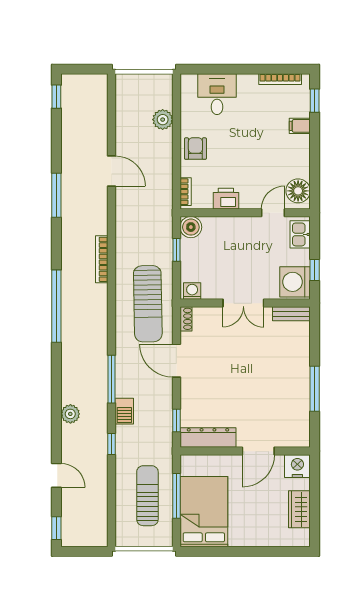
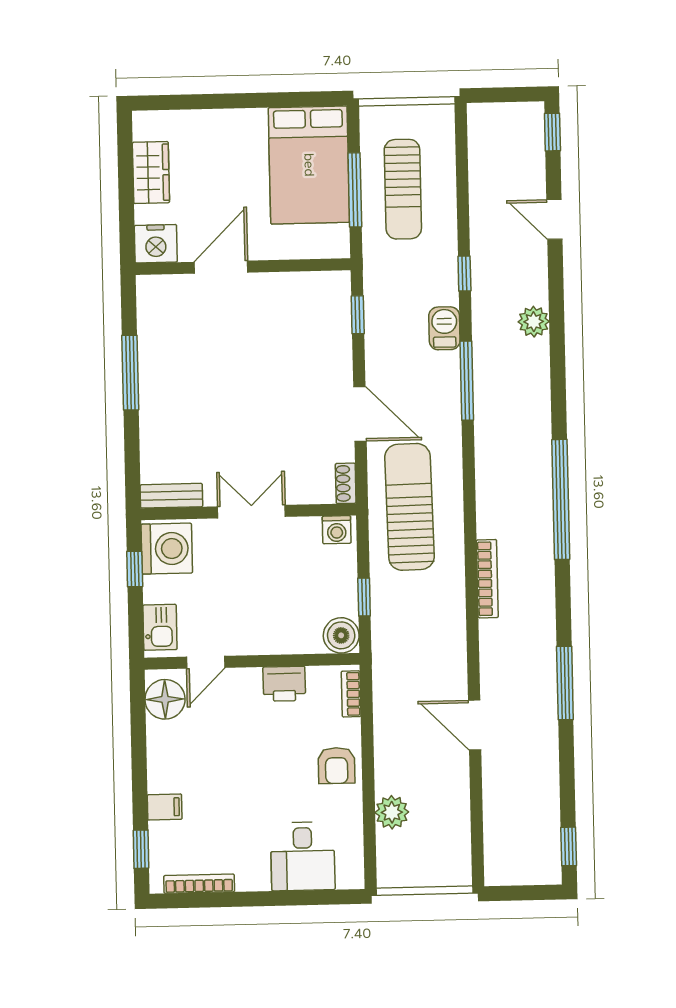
dresser: (208, 438) -> (305, 288), removed

